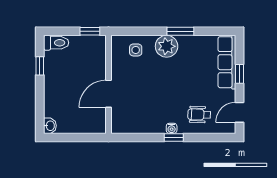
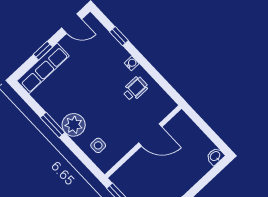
wheelchair: (199, 115) -> (135, 89), moved, turned -92
window: (174, 137) -> (119, 36), moved

